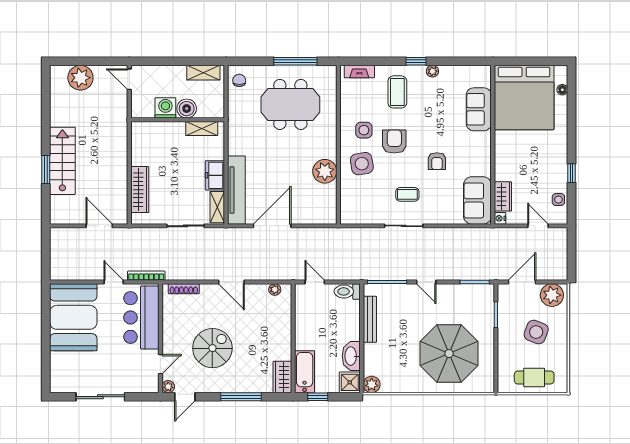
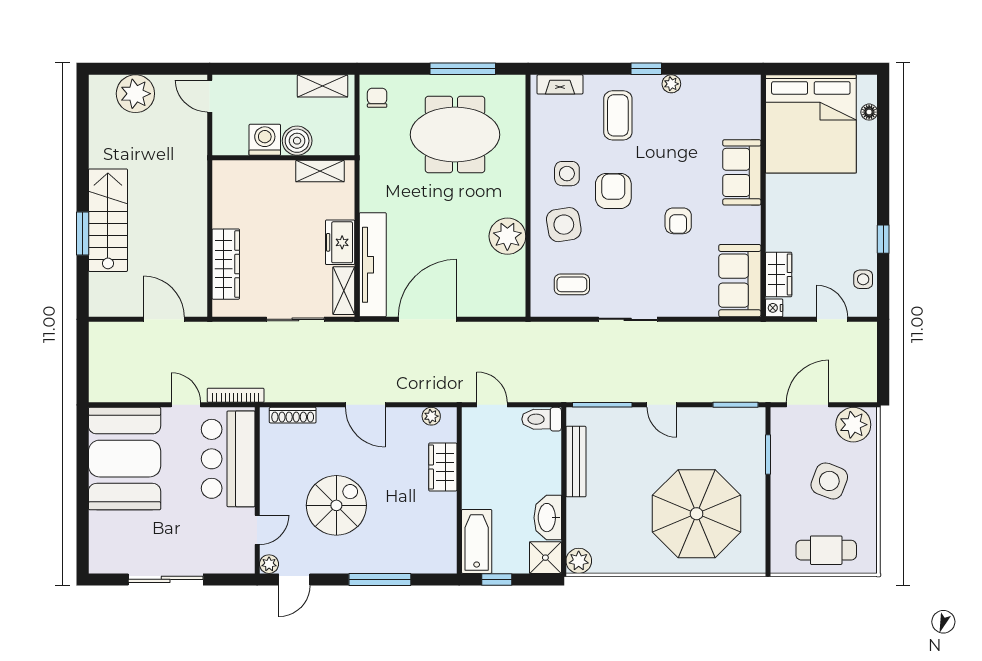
sofa: (479, 109) -> (742, 172), moved
coffee table: (407, 194) -> (572, 284), moved
wardrobe: (282, 377) -> (443, 467), moved

